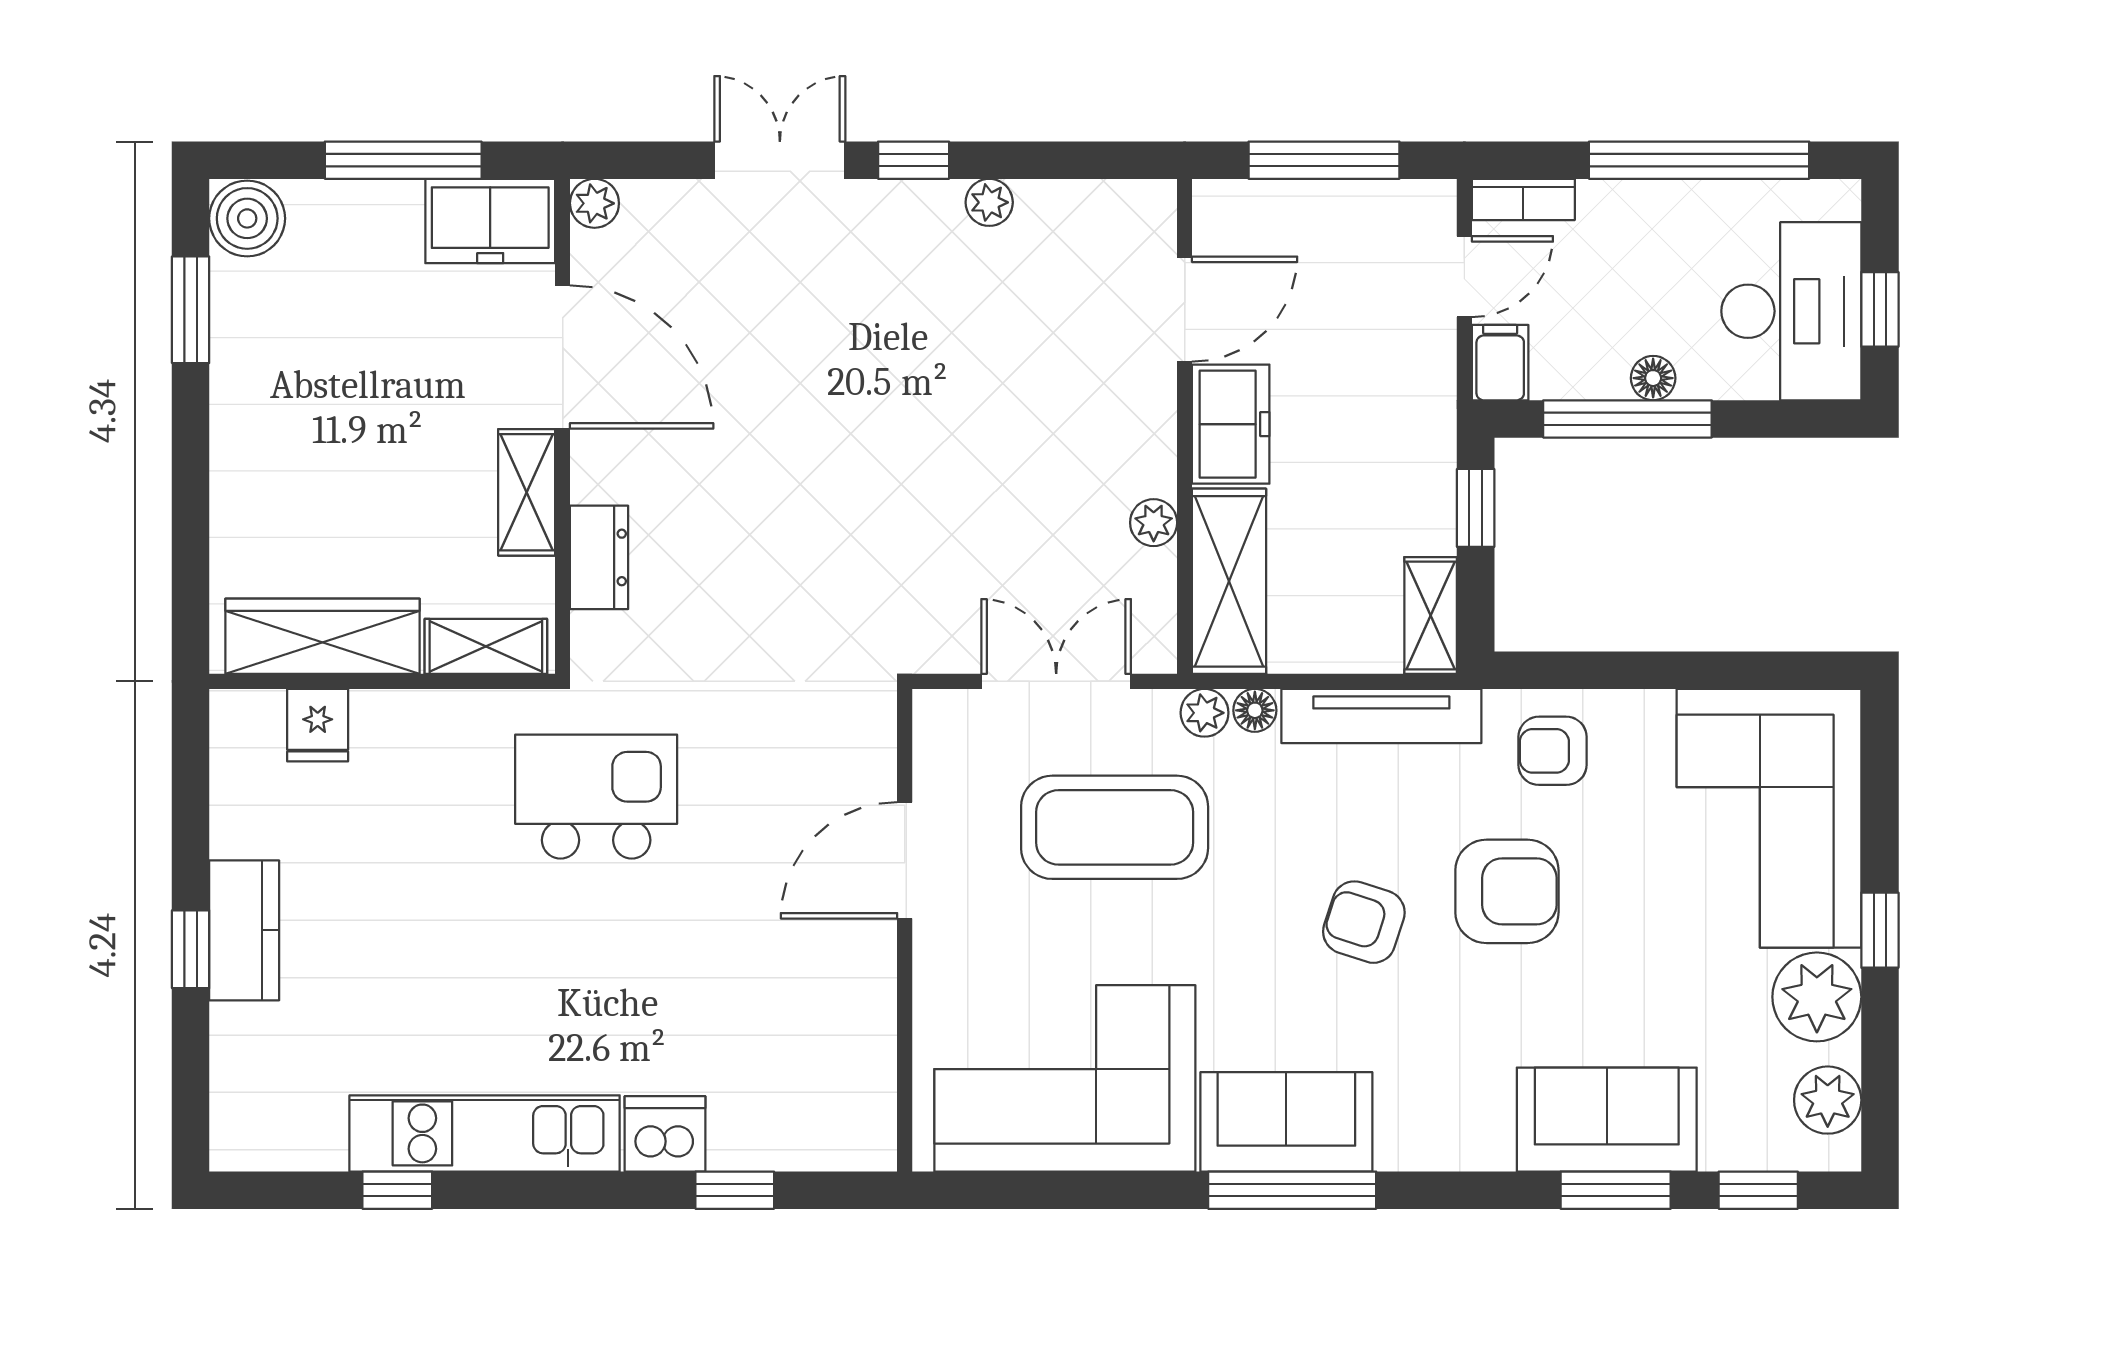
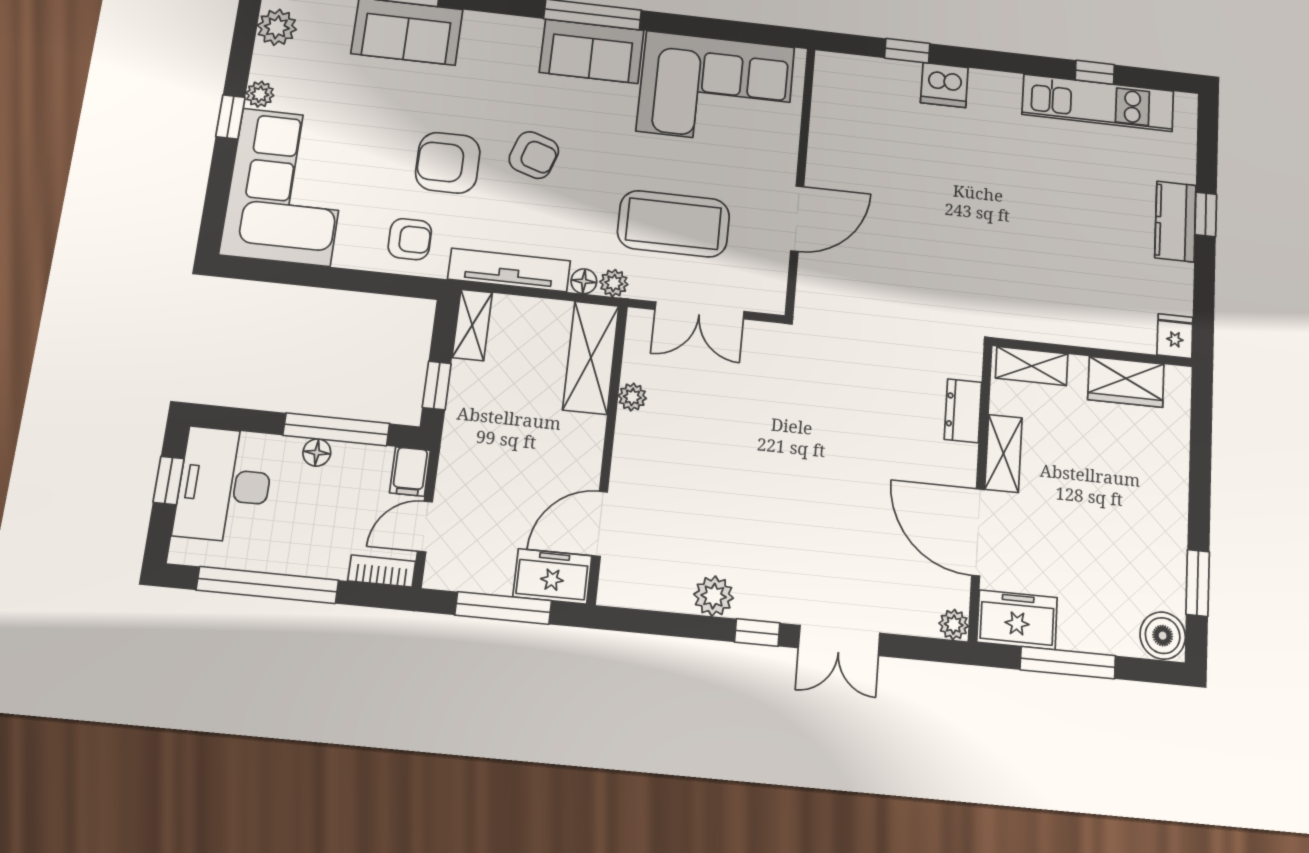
plant: (989, 202) -> (714, 596), width x1.38, depth x1.38
freezer: (1231, 424) -> (552, 576), moved, turned 90
wardrobe: (322, 636) -> (1126, 382), width x0.67
fridge: (318, 725) -> (1175, 336), moved
kitchen island: (596, 797) -> (972, 274), removed
plant: (1817, 997) -> (260, 94), width x0.53, depth x0.53
kitchen unit: (485, 1133) -> (1098, 103), moved

